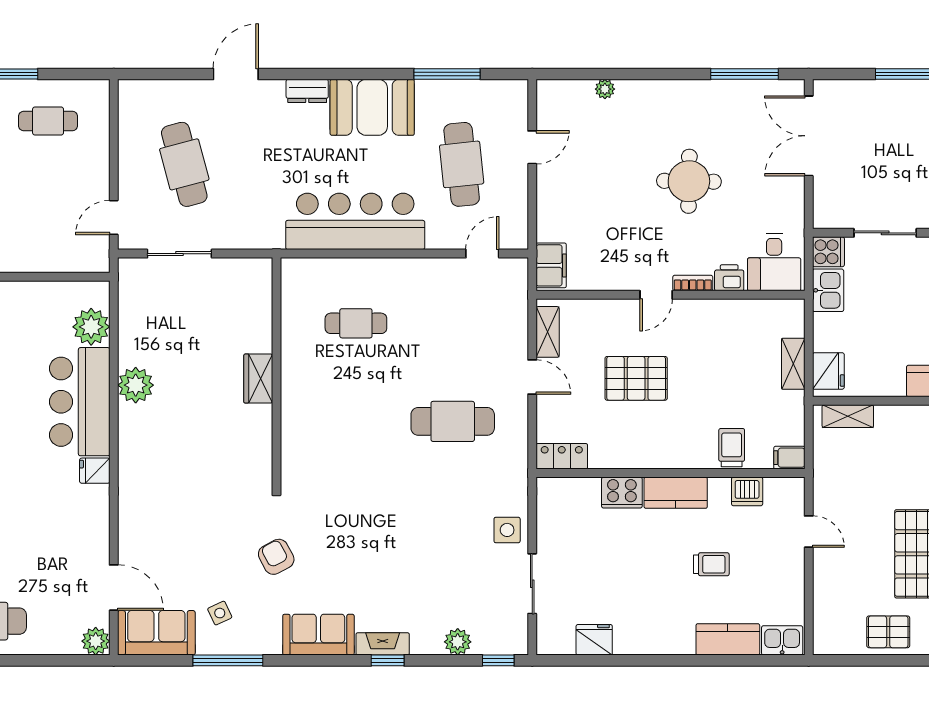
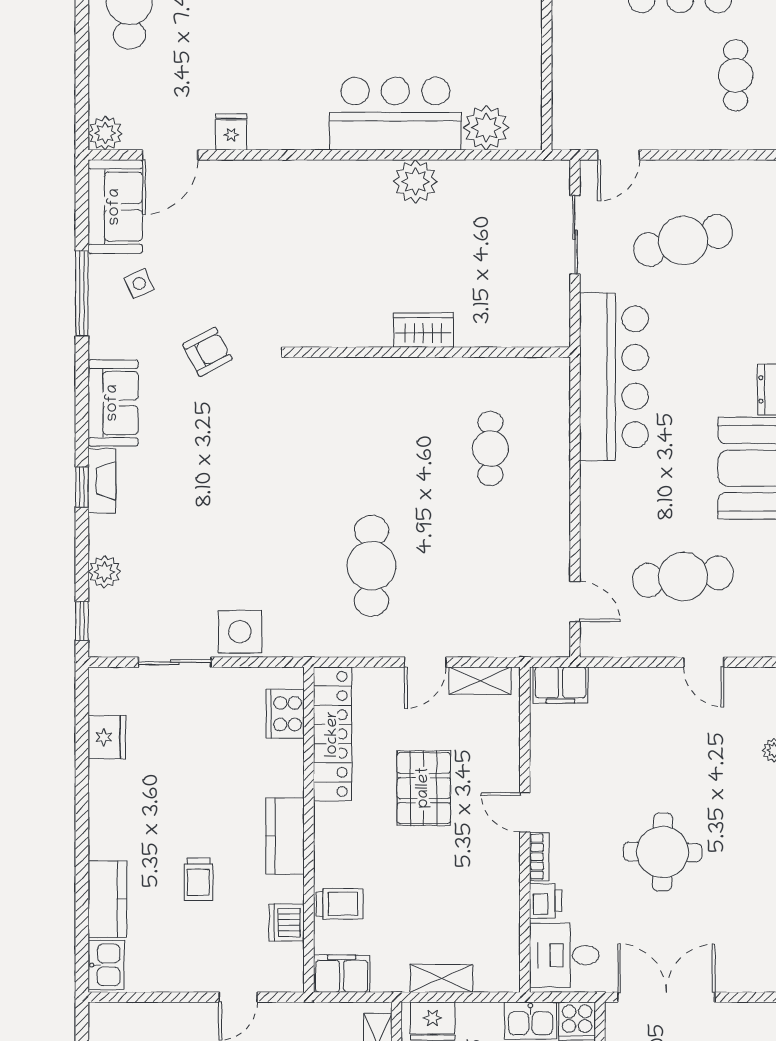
double door: (809, 136) -> (666, 997), moved
door: (114, 218) -> (619, 155), swing flipped
bar counter: (355, 221) -> (614, 377), moved
locker: (562, 456) -> (333, 734), width x2.16, depth x1.21
filing cabinet: (789, 458) -> (342, 974), width x2.00
fridge: (95, 471) -> (231, 132), moved
cooker: (622, 493) -> (285, 714), moved
side table: (507, 530) -> (240, 632), width x1.37, depth x1.37

